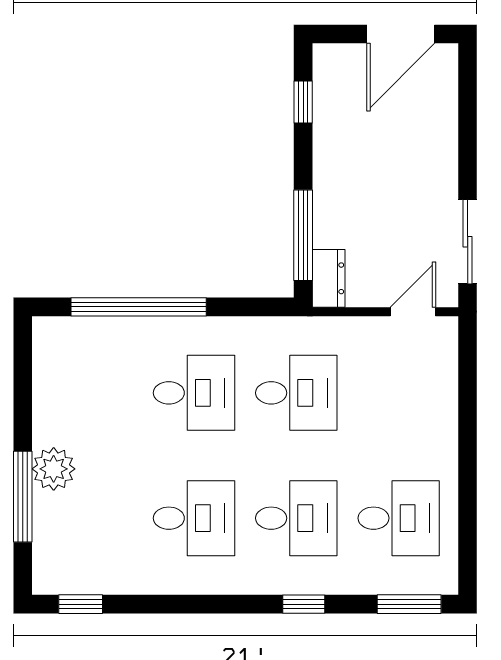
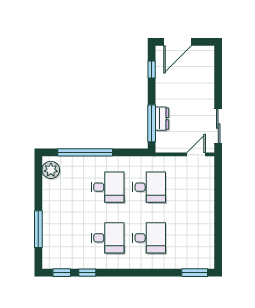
door: (401, 34) -> (178, 42), moved
dresser: (329, 278) -> (162, 119), moved
plant: (54, 469) -> (51, 170), moved
desk: (399, 518) -> (190, 238), removed
window: (304, 604) -> (87, 273), moved

